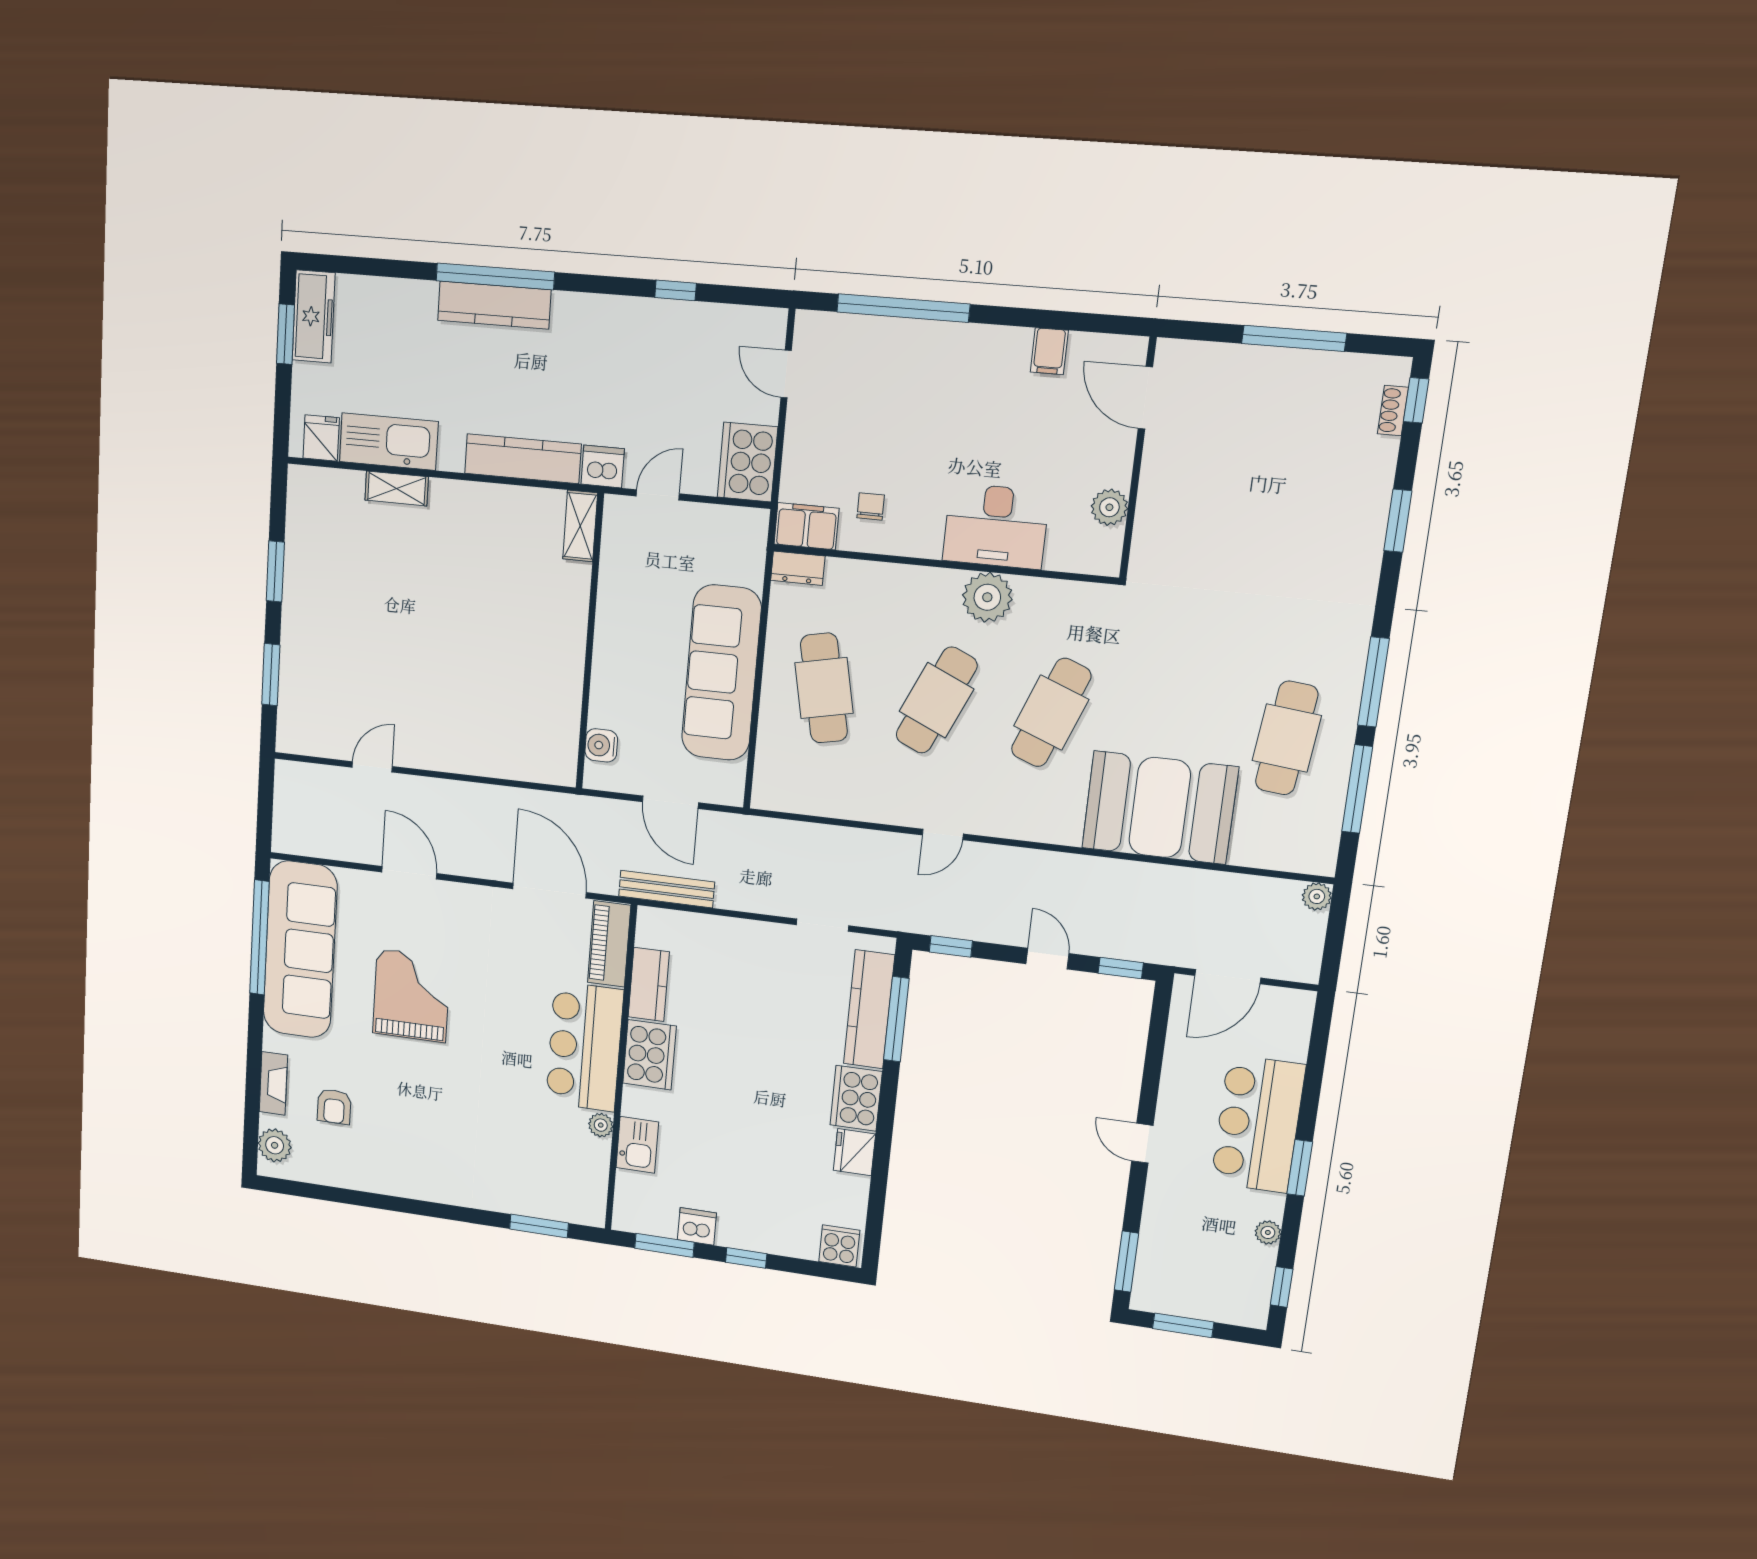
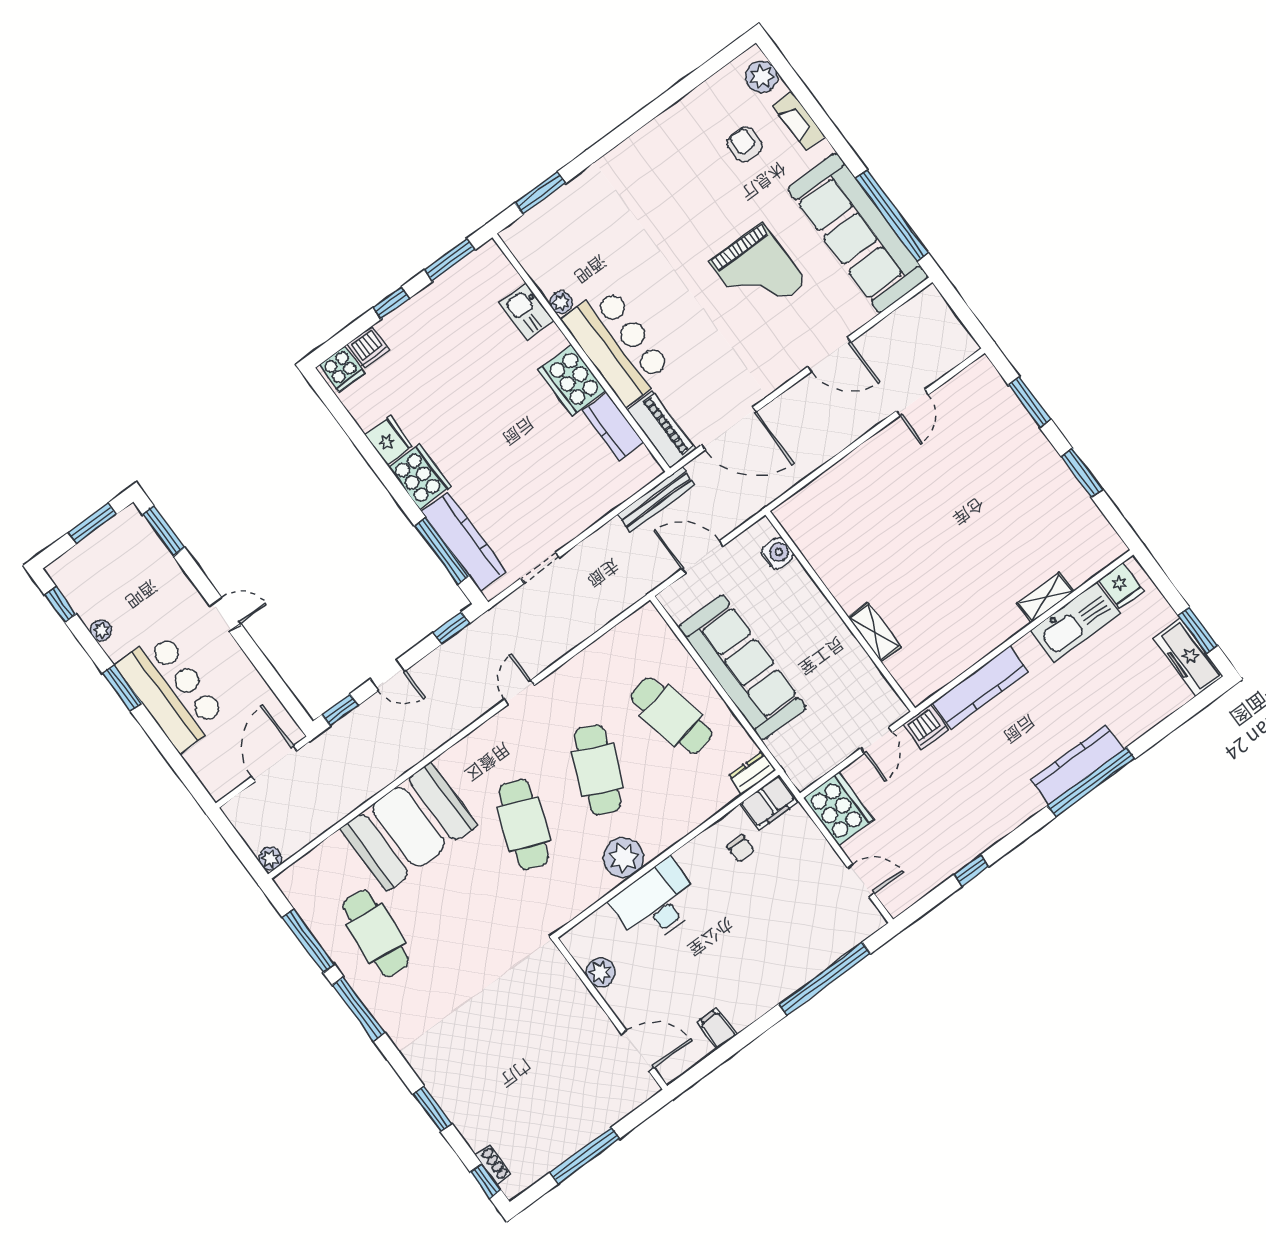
shelving: (580, 526) -> (875, 632), moved
dishwasher: (697, 1226) -> (368, 347), moved

